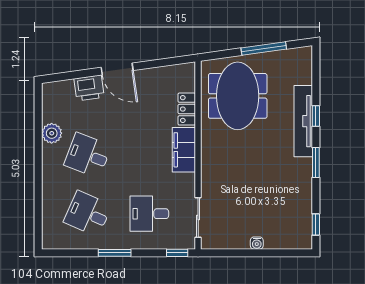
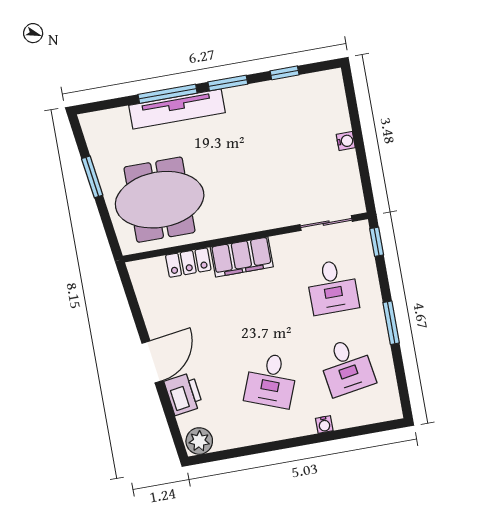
window: (264, 49) -> (92, 177), width x0.69
window: (316, 116) -> (168, 94), width x2.17
plant: (52, 133) -> (199, 441), moved
water cooler: (47, 189) -> (324, 424), added
desk: (88, 214) -> (347, 367), turned -33
window: (316, 225) -> (285, 73), moved

